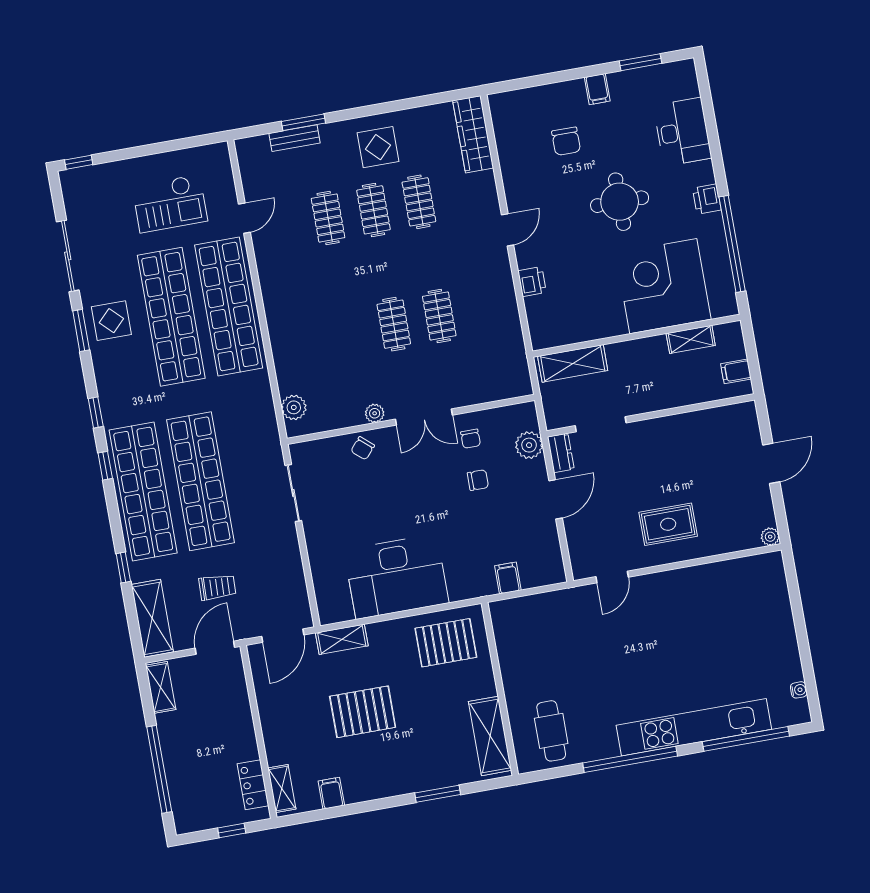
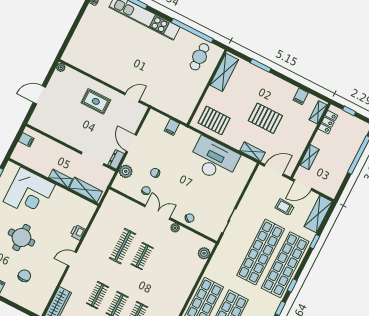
clothes rail: (439, 316) -> (123, 246), width x1.36
shelving: (691, 339) -> (60, 178), moved
door: (556, 499) -> (131, 143), hinge flipped
shelving: (161, 687) -> (309, 157), moved
window: (630, 759) -> (192, 31), moved

